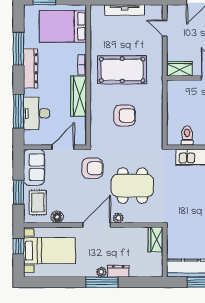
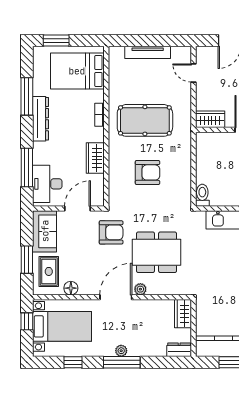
wardrobe: (79, 96) -> (95, 158), width x0.67
desk: (36, 113) -> (47, 184), moved
toilet: (187, 136) -> (202, 195), moved
dresser: (118, 271) -> (179, 350), moved
window: (59, 282) -> (73, 362), added

